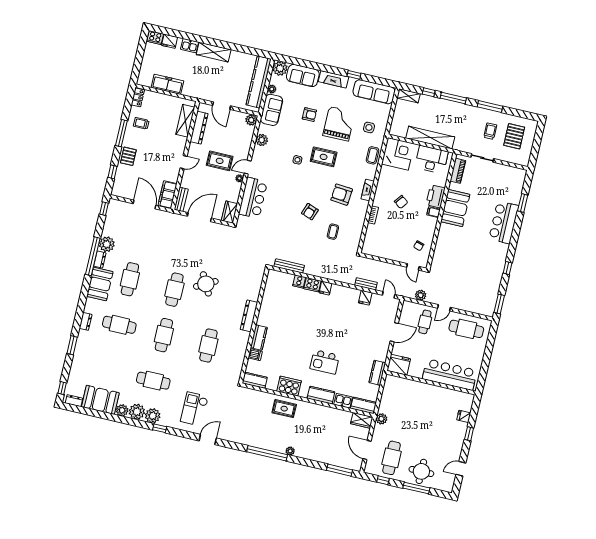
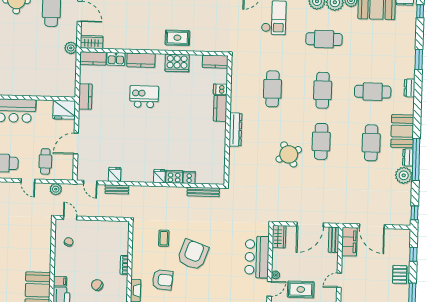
armchair: (310, 212) -> (193, 255), width x1.88, depth x1.88
door: (444, 308) -> (28, 181), swing flipped

